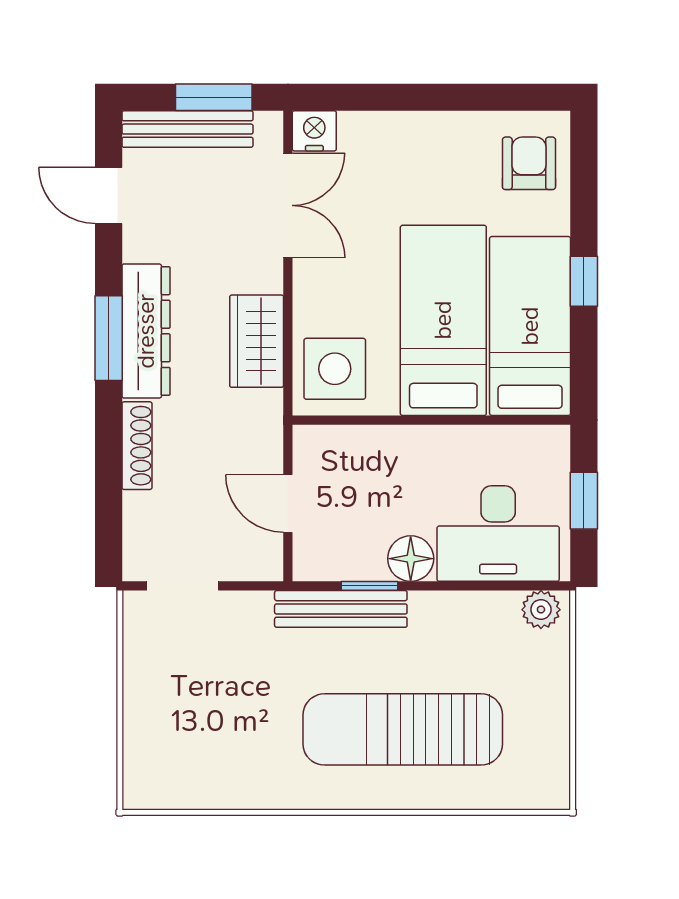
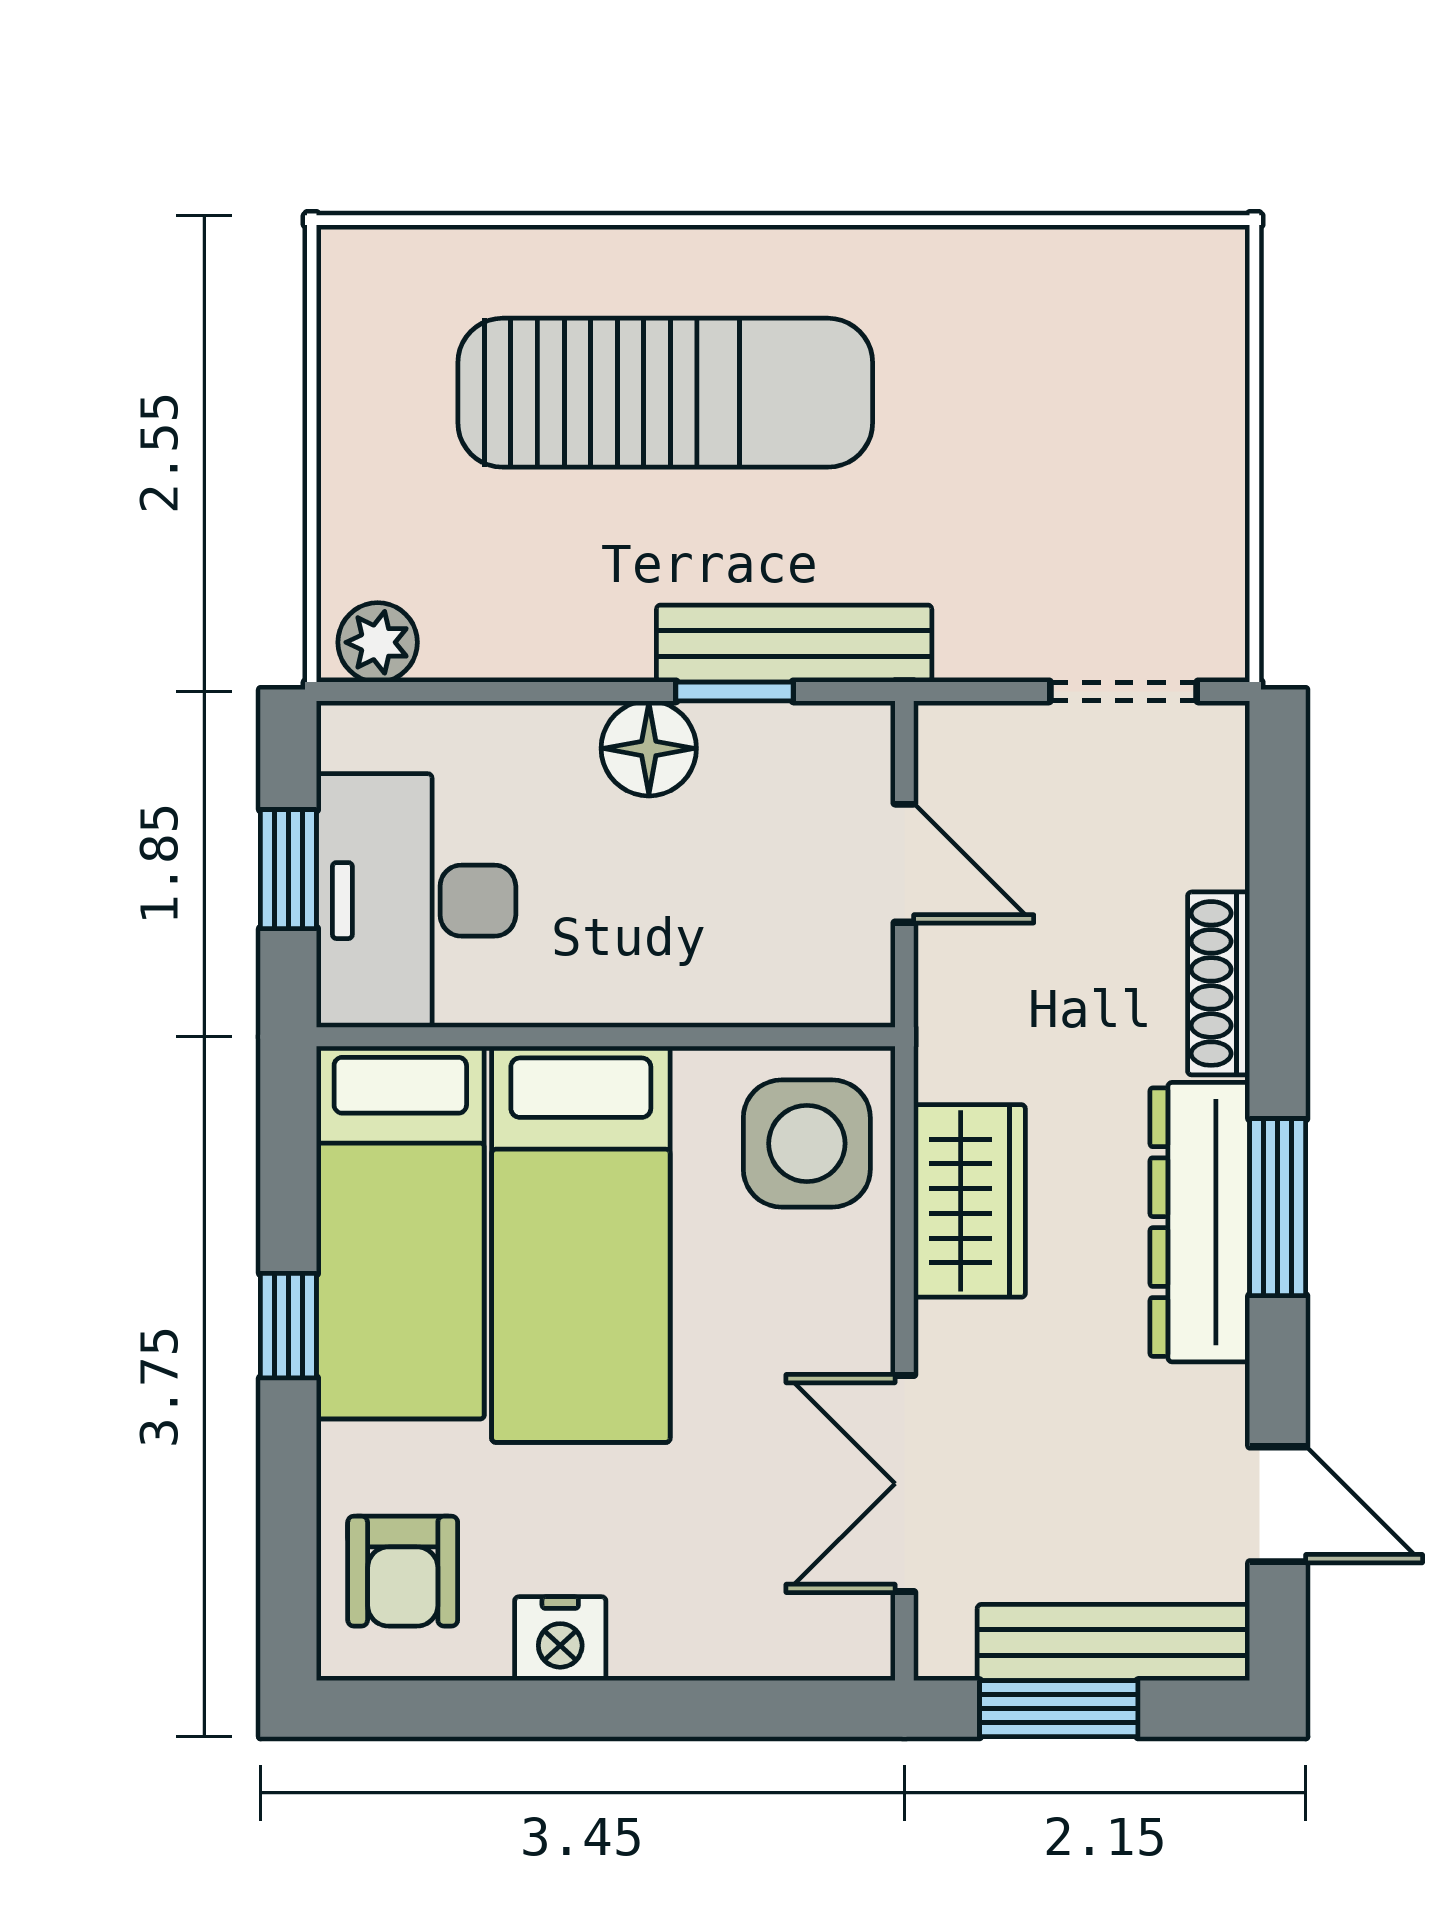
nightstand: (314, 131) -> (560, 1639), moved
desk: (498, 534) -> (416, 901), moved, turned -90

